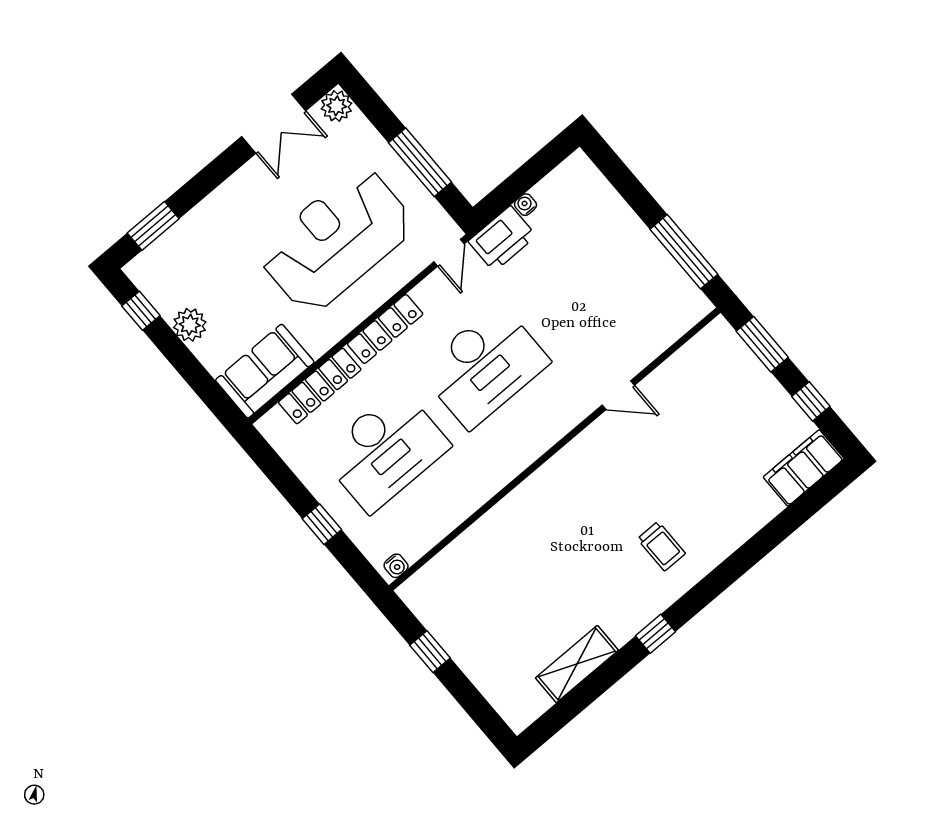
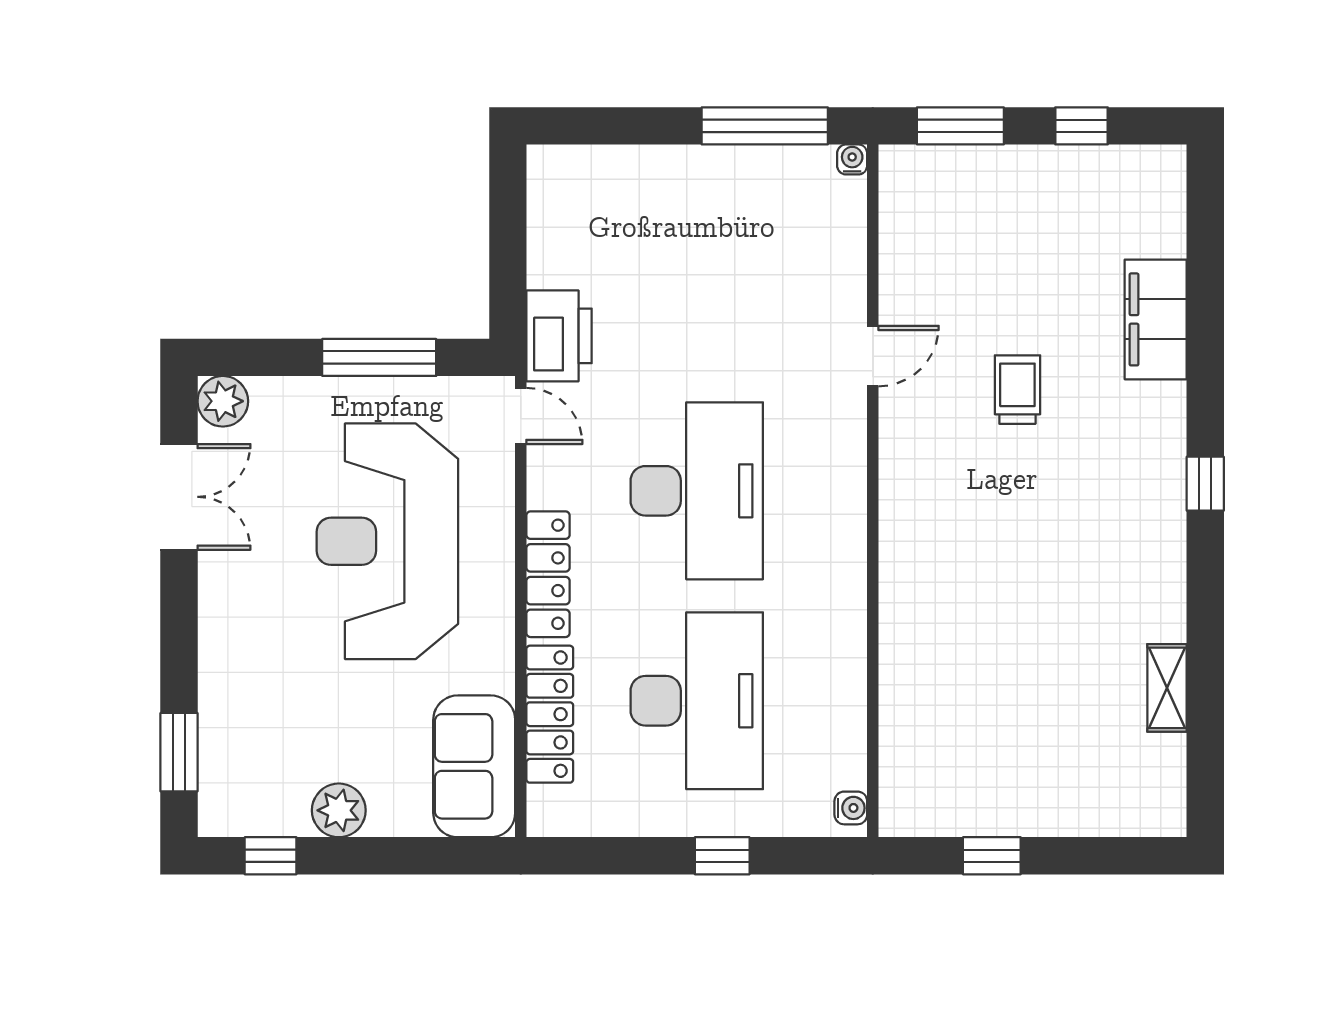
water cooler: (525, 205) -> (852, 159), moved, turned 90
filing cabinet: (804, 468) -> (1156, 319), moved
trolley: (661, 546) -> (1017, 390), moved, turned -90
window: (656, 634) -> (1205, 484), moved
shelving: (577, 664) -> (1167, 688), width x0.67, depth x0.75

